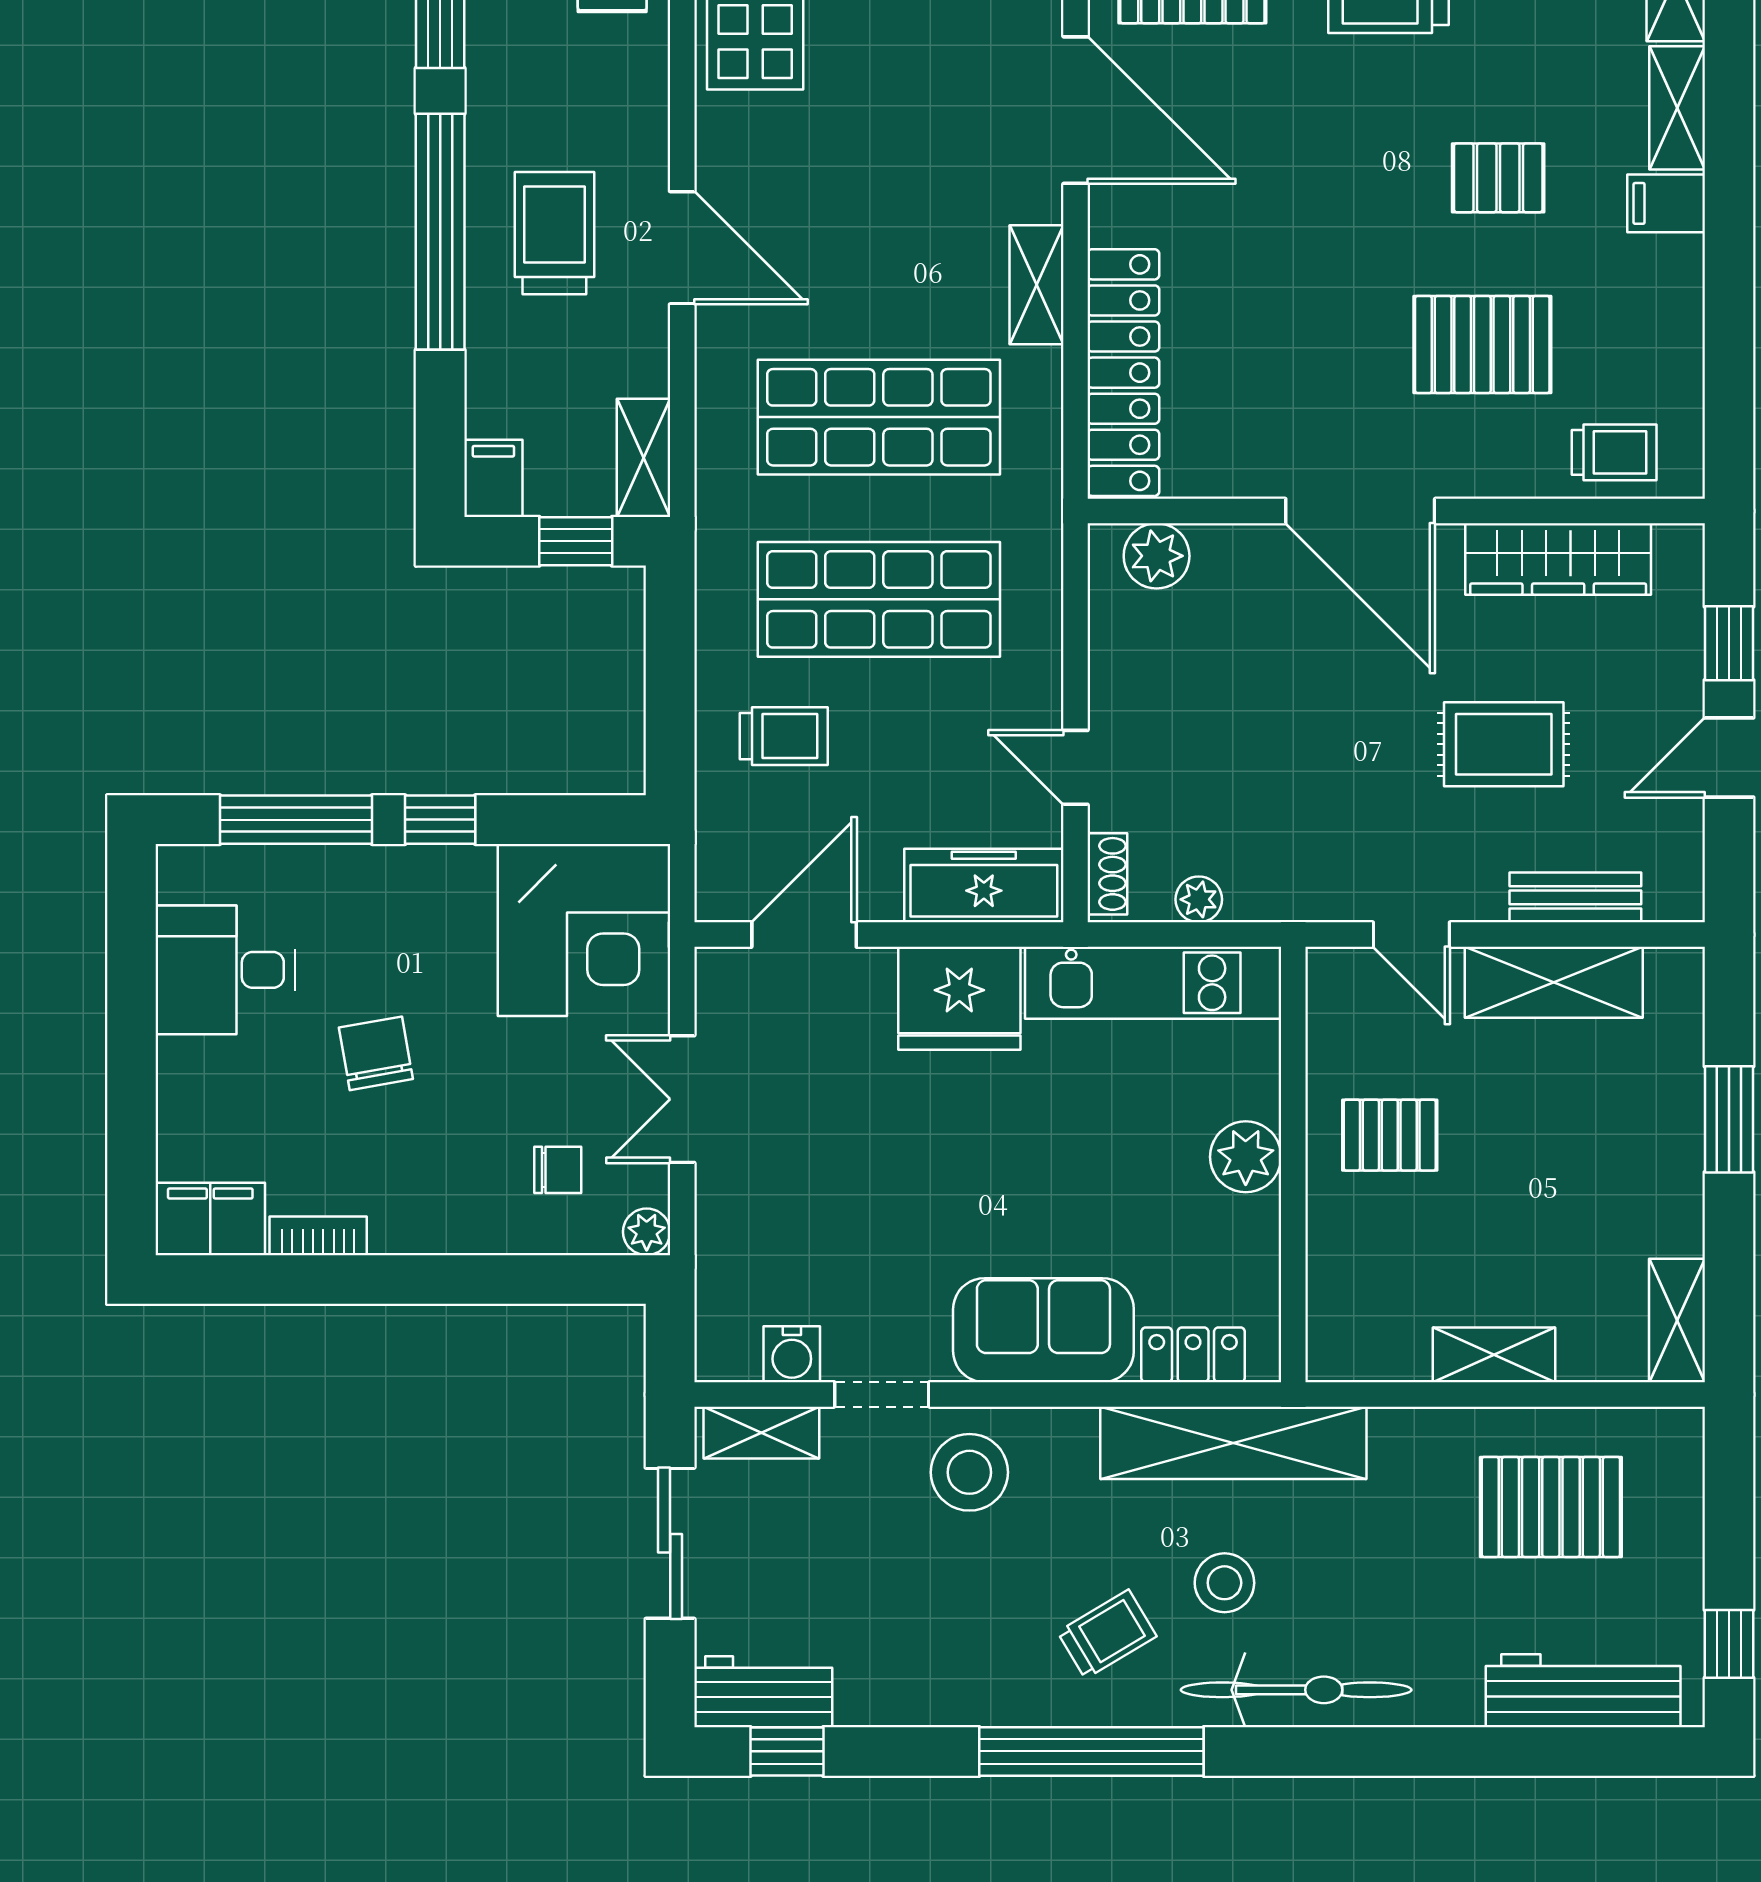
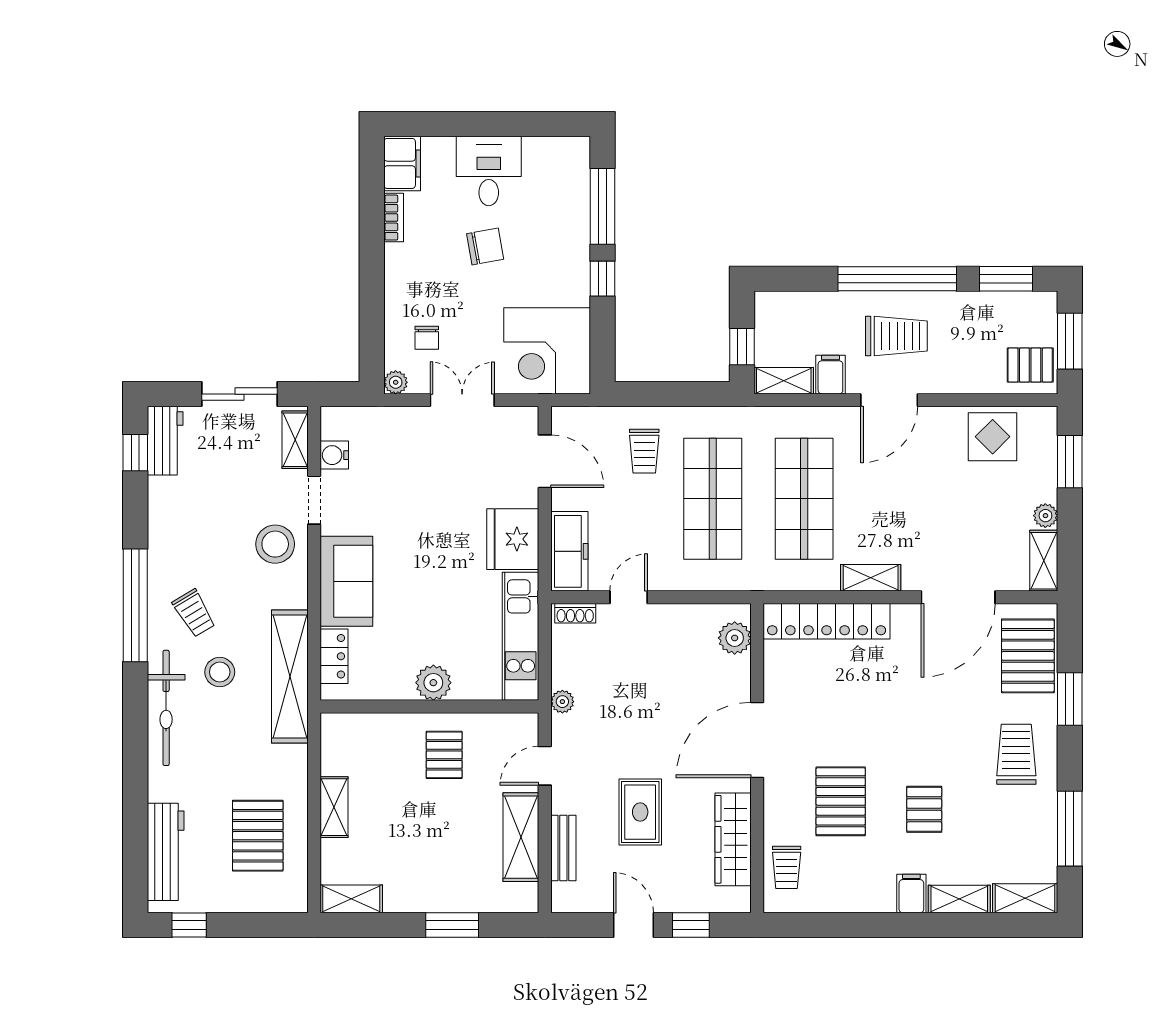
filing cabinet: (493, 478) -> (830, 375), moved, turned -90
plant: (1199, 899) -> (562, 702), moved
desk: (225, 970) -> (489, 171), moved

